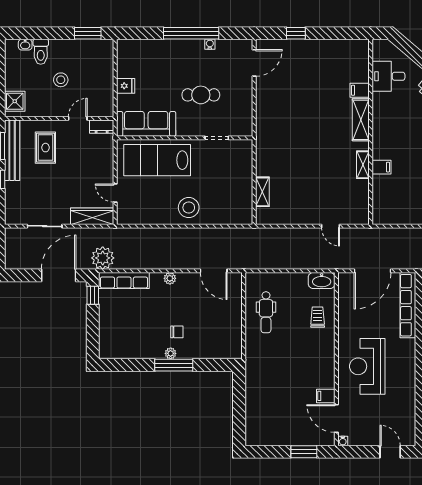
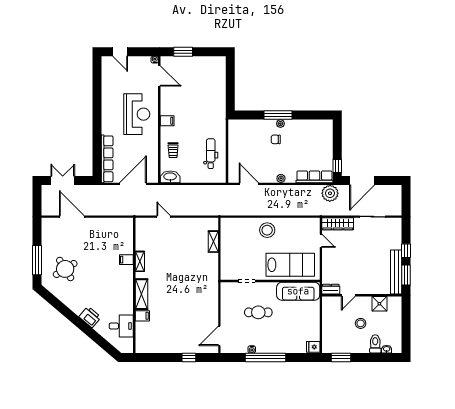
fridge: (126, 86) -> (313, 347), moved
shower: (15, 101) -> (379, 304), moved
rug: (45, 148) -> (372, 274), removed
filing cabinet: (326, 396) -> (167, 121), moved

